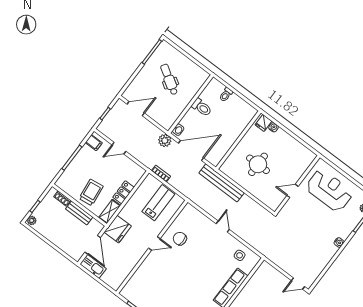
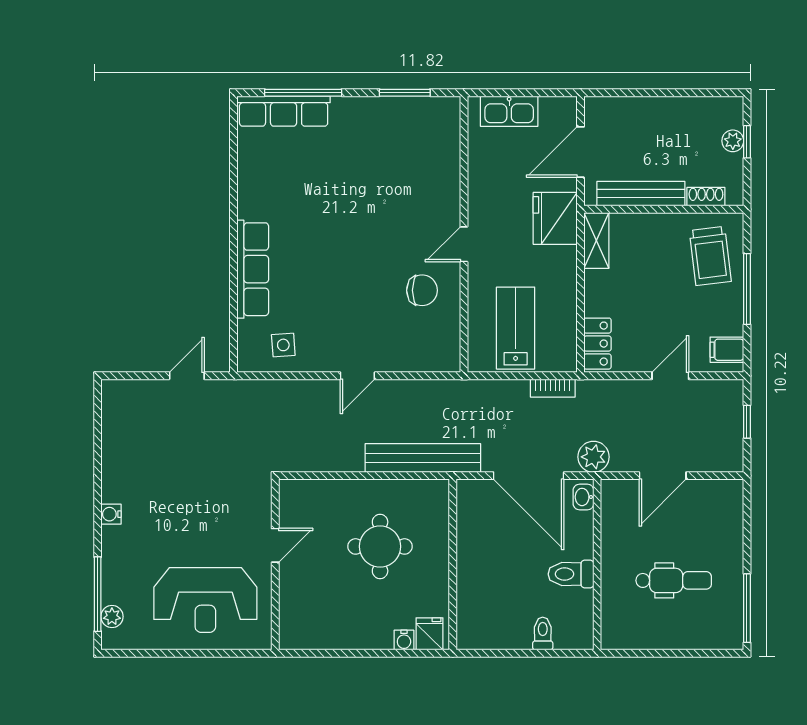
dental chair: (169, 79) -> (674, 580), turned -32
door: (136, 109) -> (663, 476), moved
door: (191, 151) -> (529, 476), hinge flipped
locker: (124, 192) -> (597, 344), moved
trolley: (91, 193) -> (710, 256), moved
lab bench: (158, 203) -> (516, 328), turned 180
bench: (79, 213) -> (641, 194), width x1.36
plant: (32, 220) -> (733, 141), moved
door: (223, 227) -> (357, 376), hinge flipped
door: (93, 245) -> (580, 152), hinge flipped
kitchen sink: (93, 266) -> (509, 111), moved
door: (298, 284) -> (187, 376), moved

